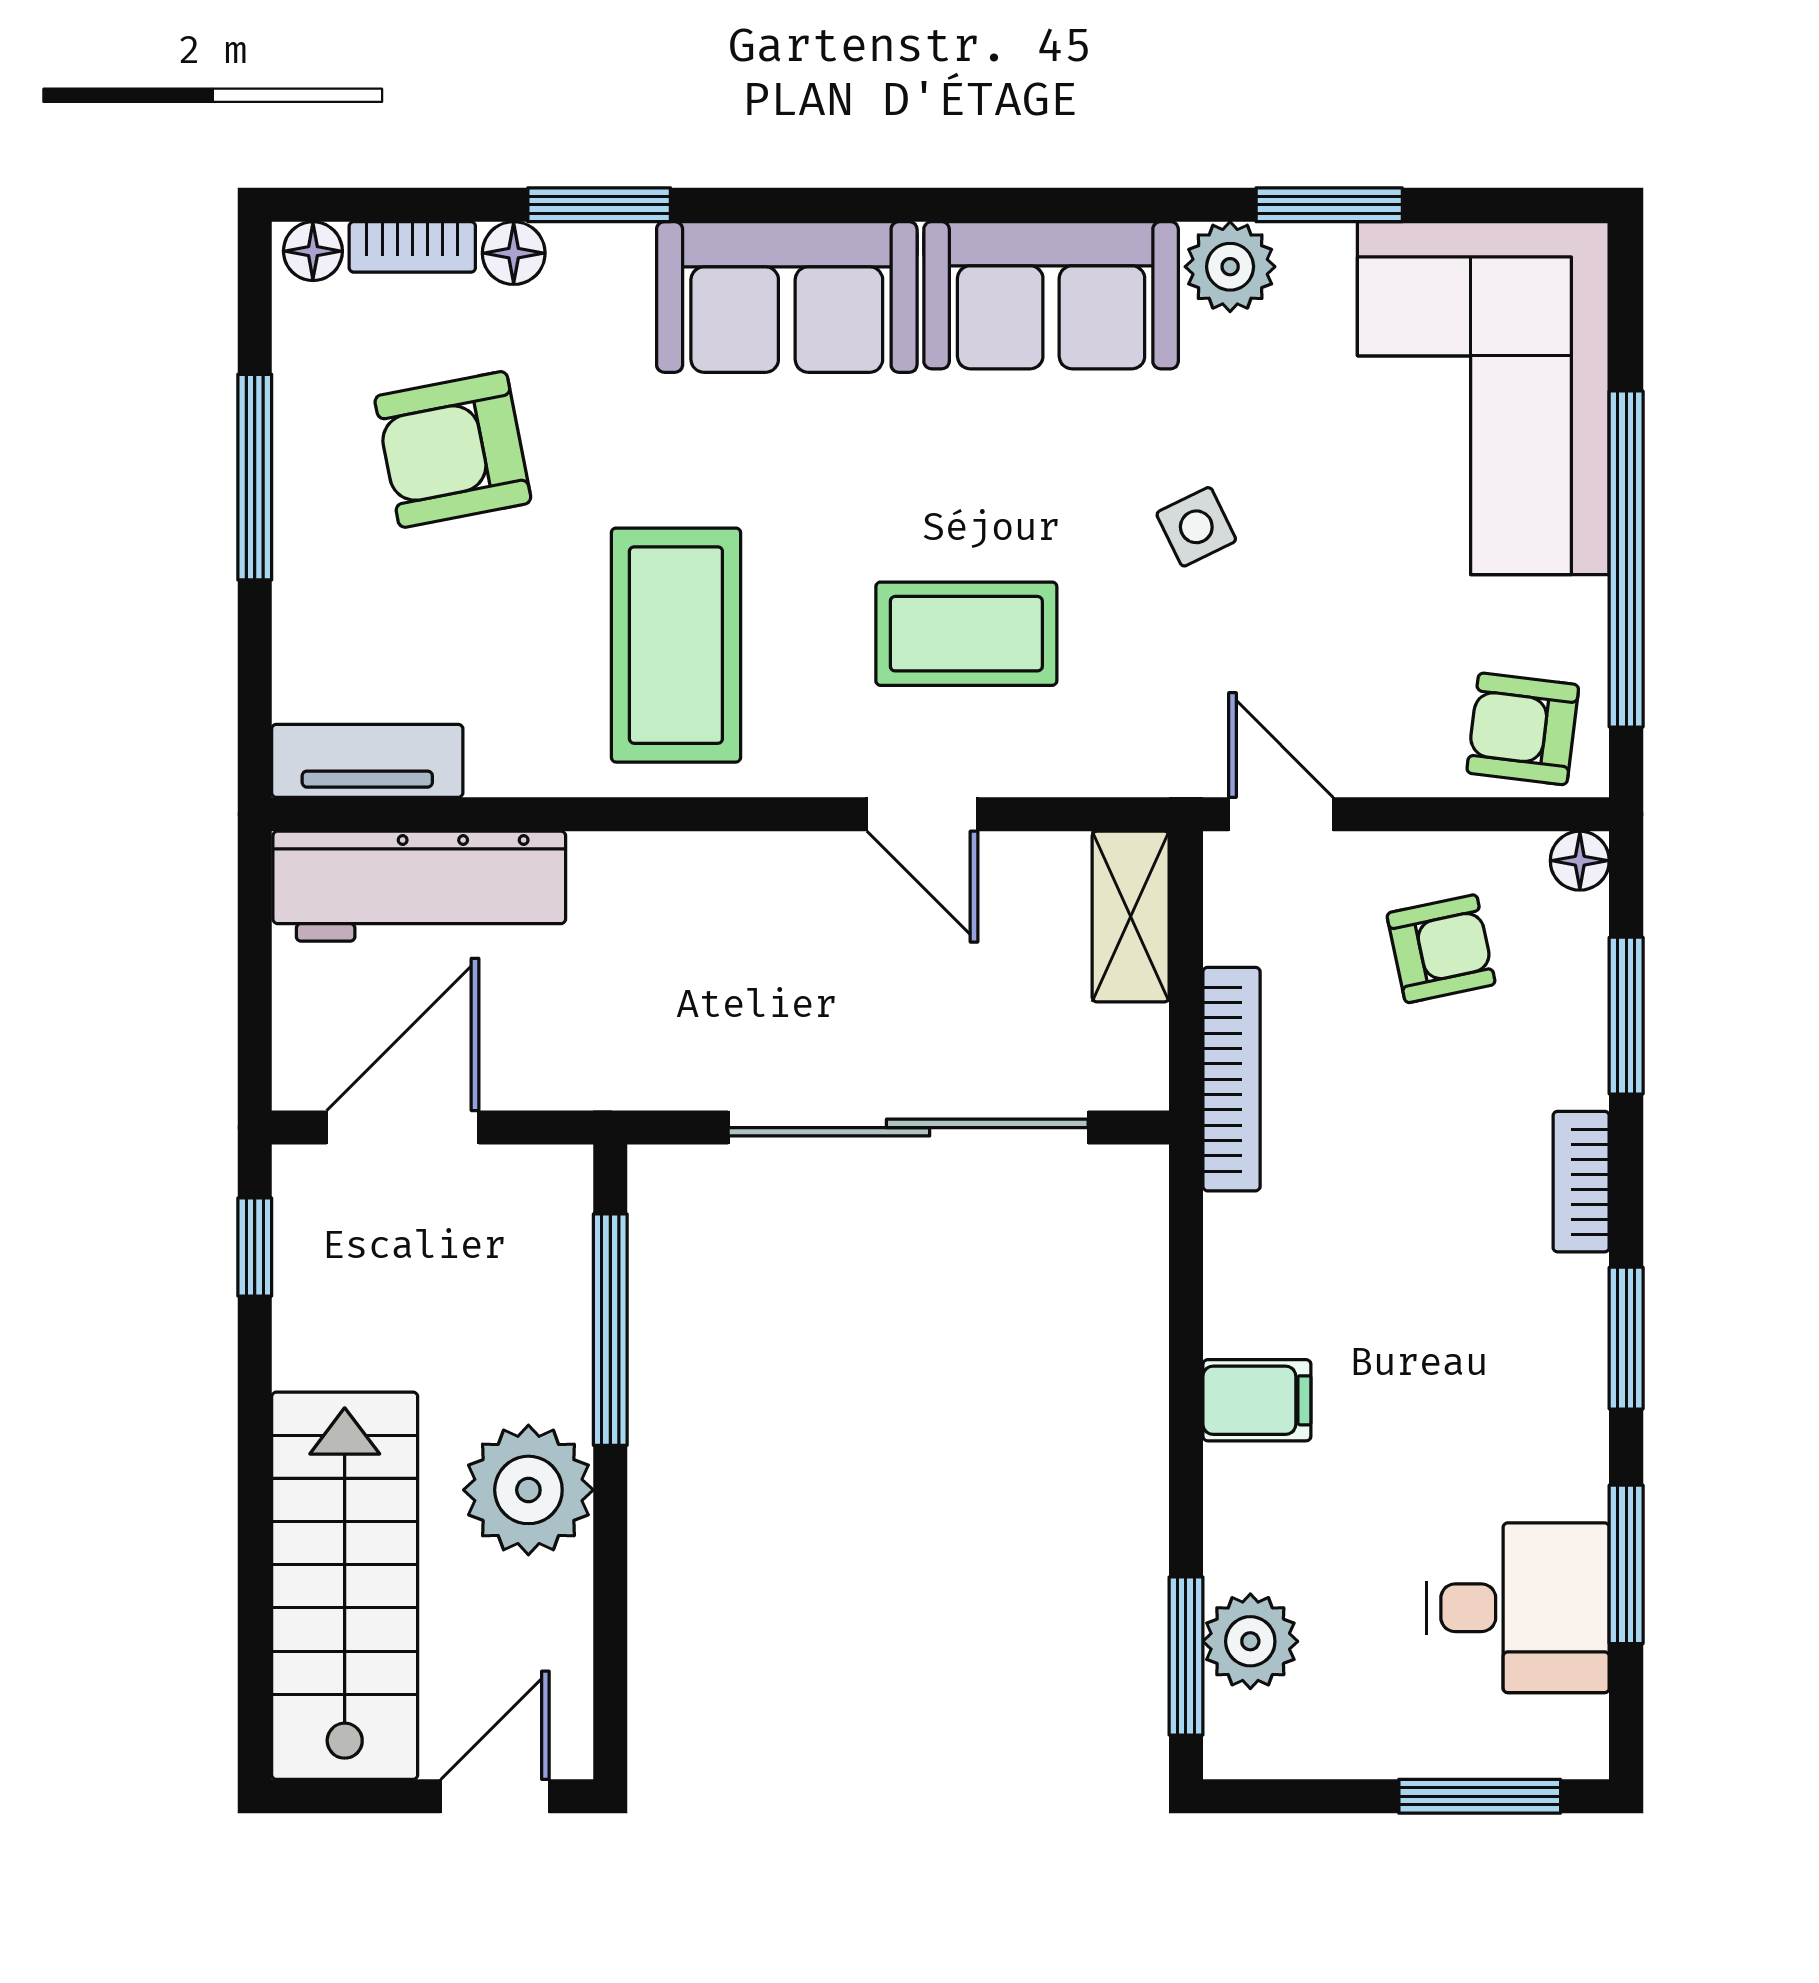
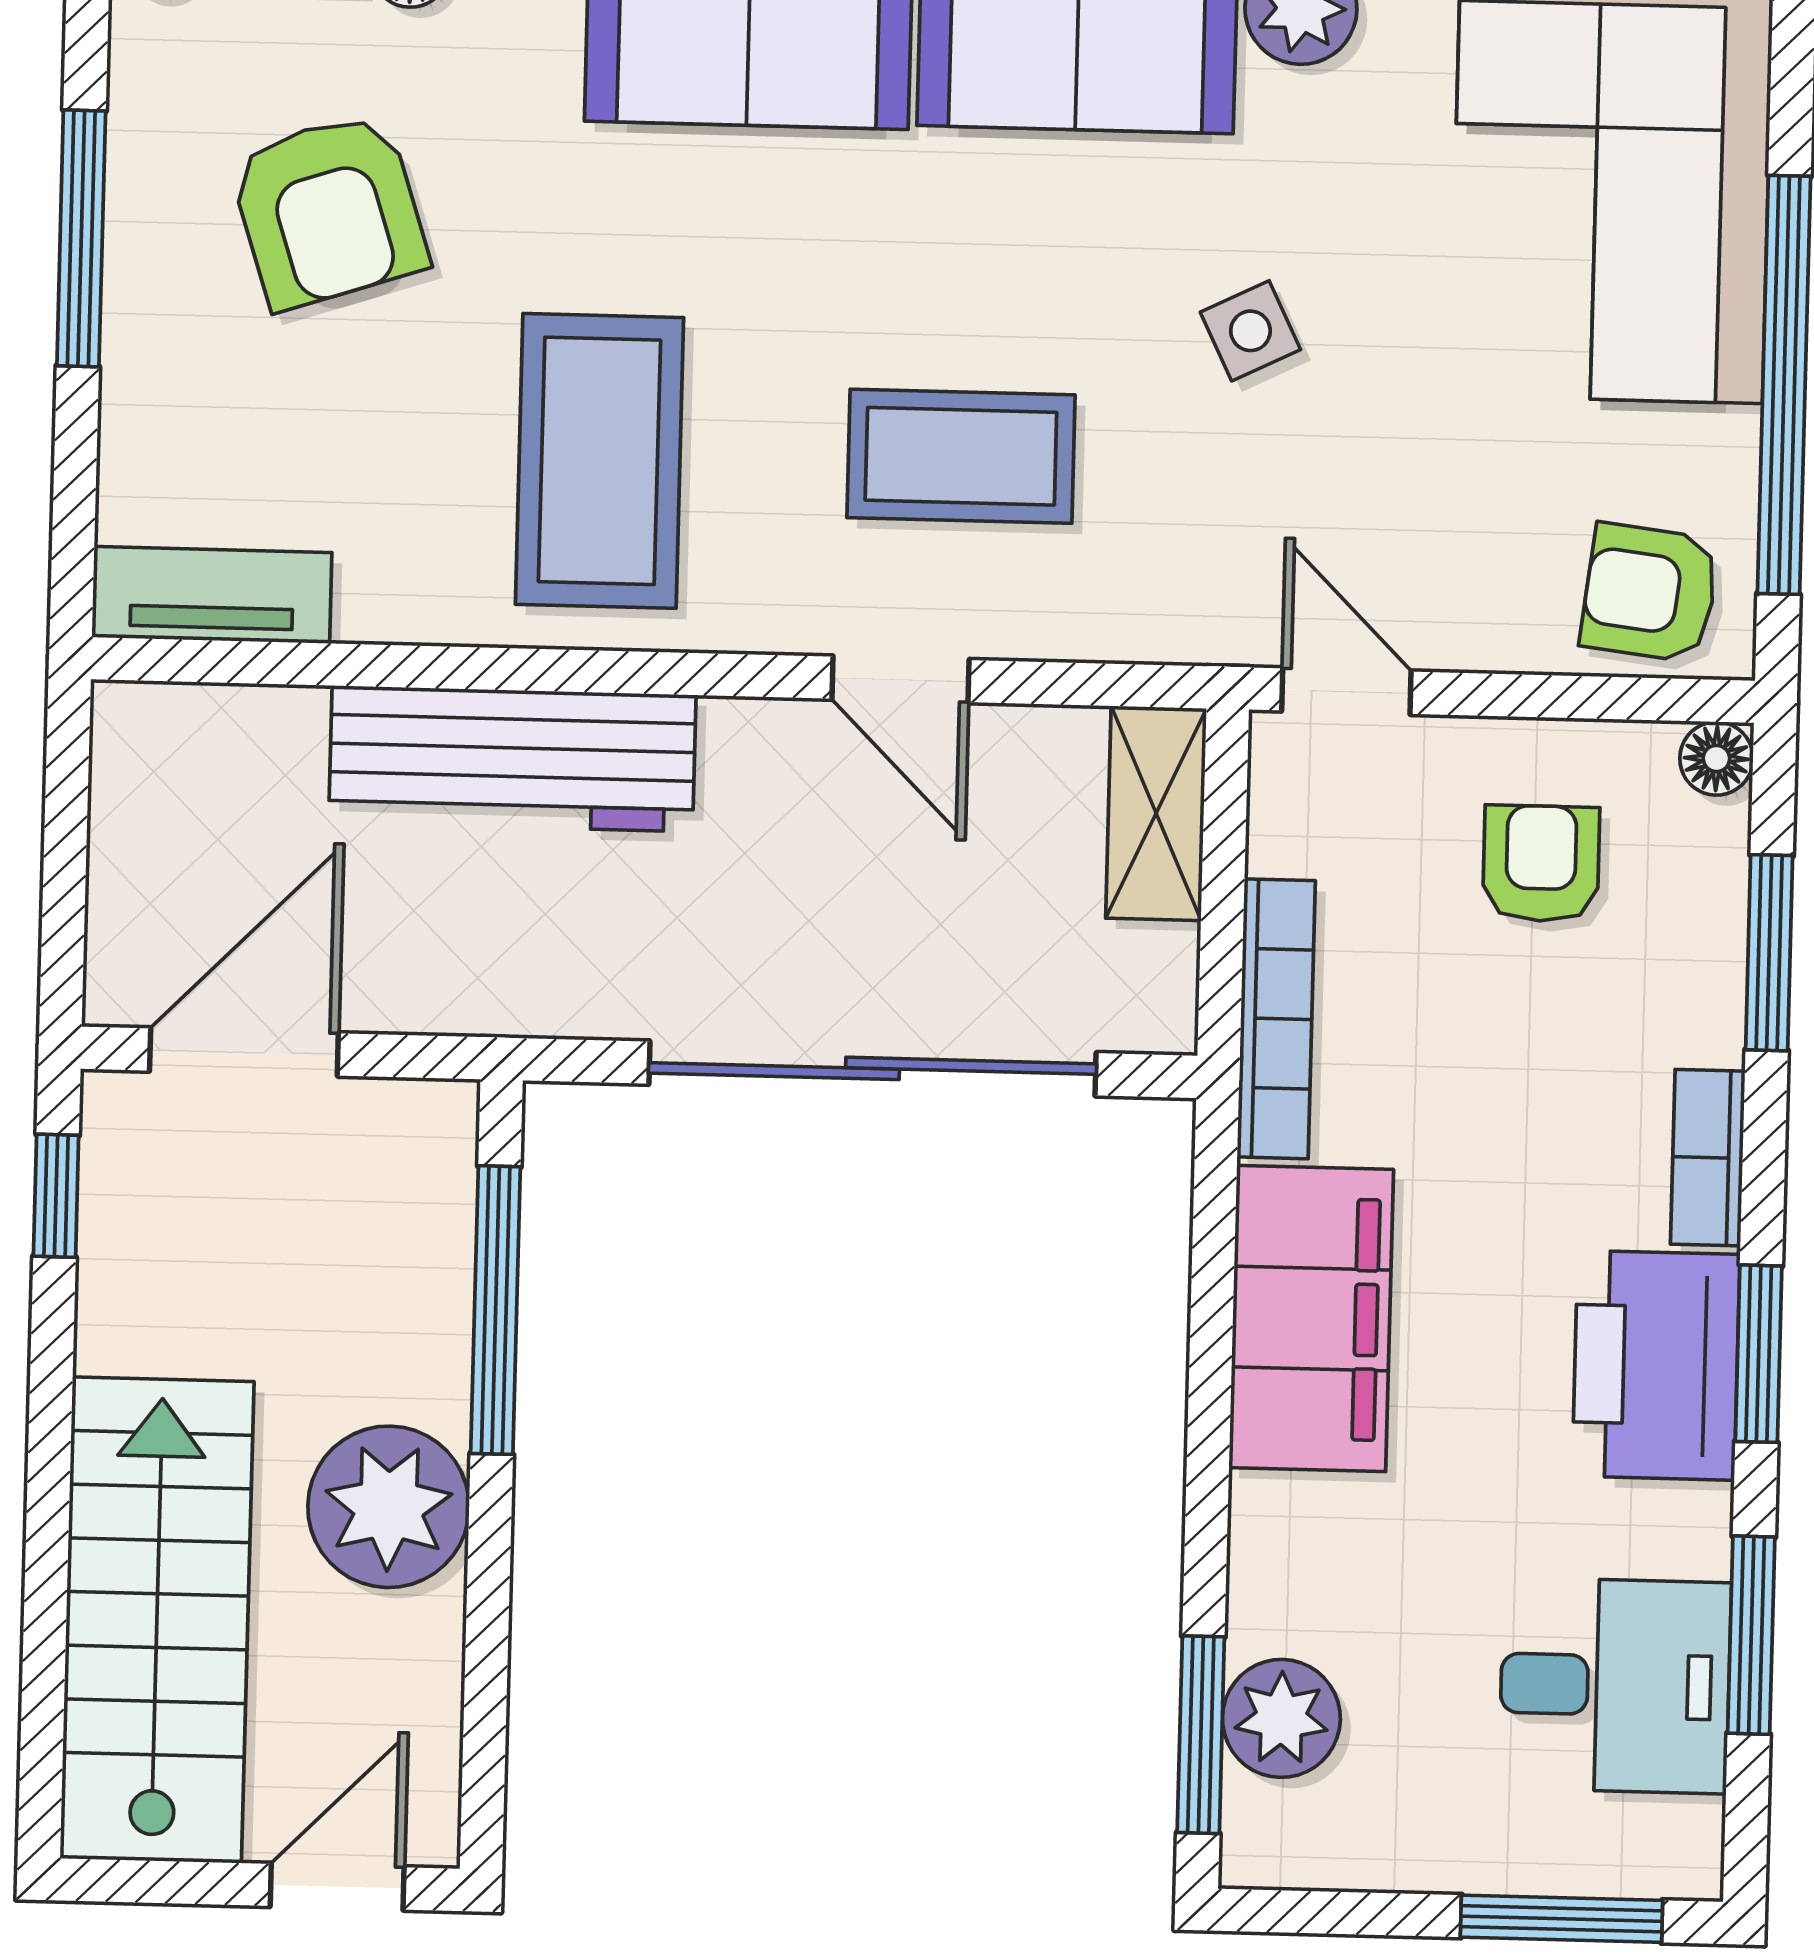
armchair: (453, 449) -> (328, 210), turned -97
workbench: (419, 886) -> (512, 759), moved
armchair: (1441, 949) -> (1541, 863), turned -78
printer: (1544, 1350) -> (1656, 1365), added
filing cabinet: (1257, 1400) -> (1311, 1319), width x3.00, depth x1.17

